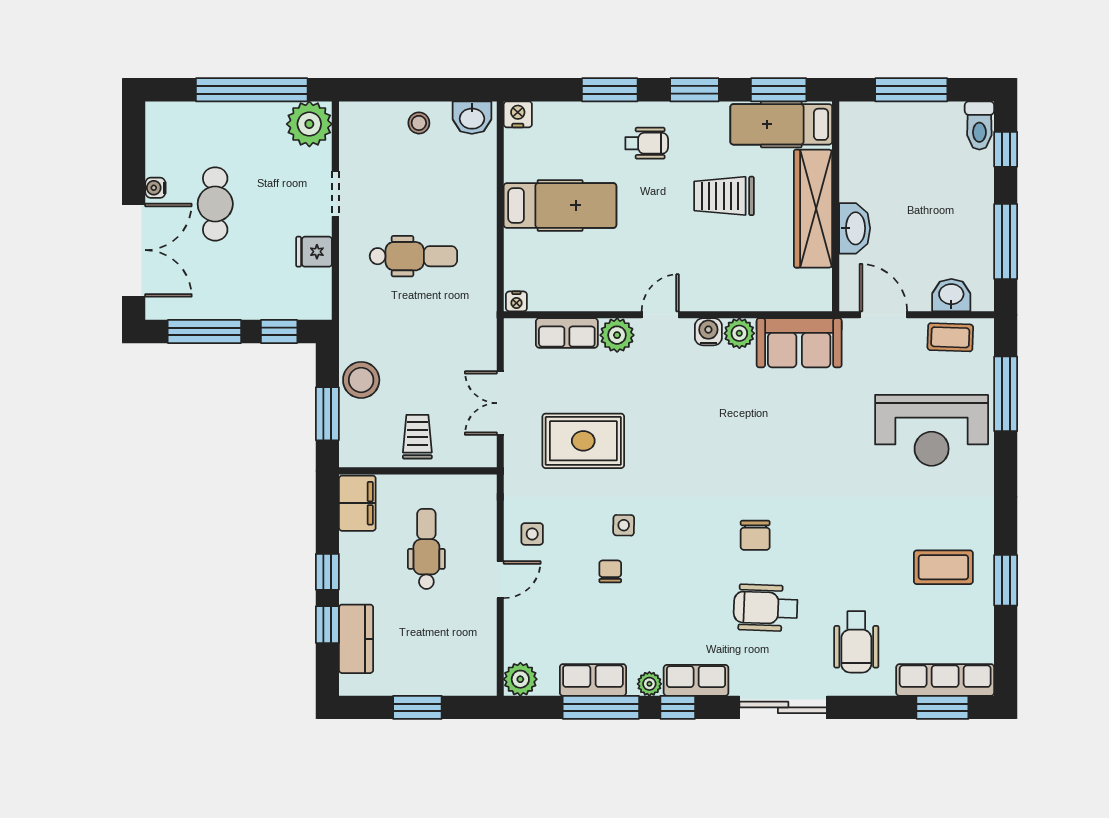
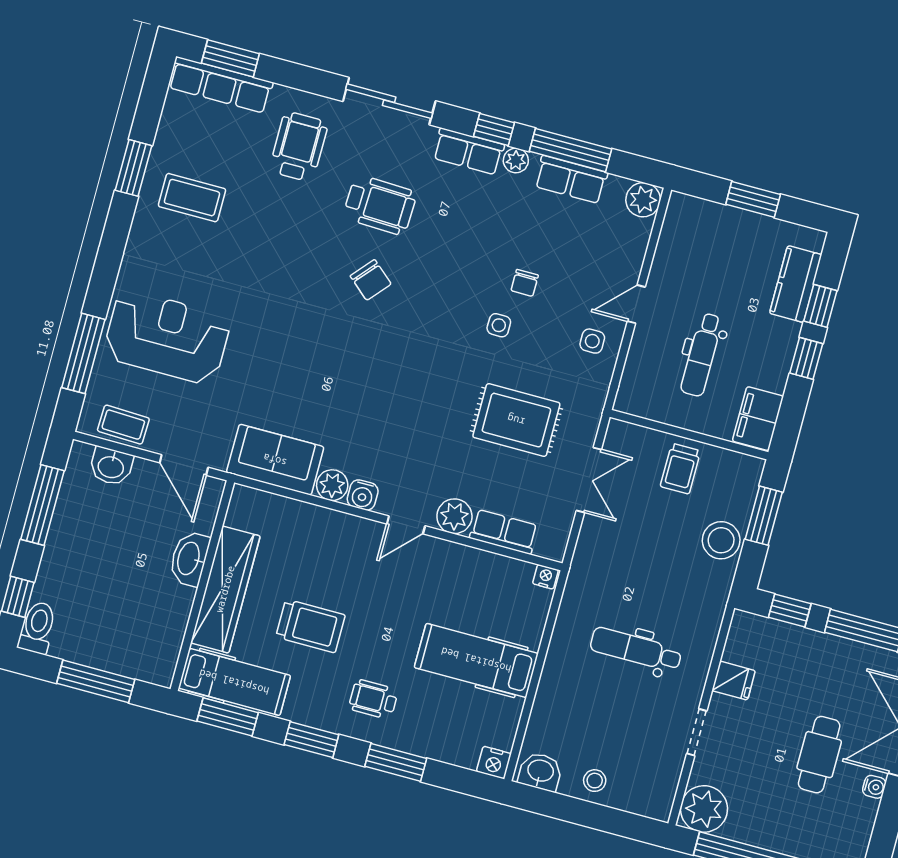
chair: (755, 535) -> (371, 280), turned 131

